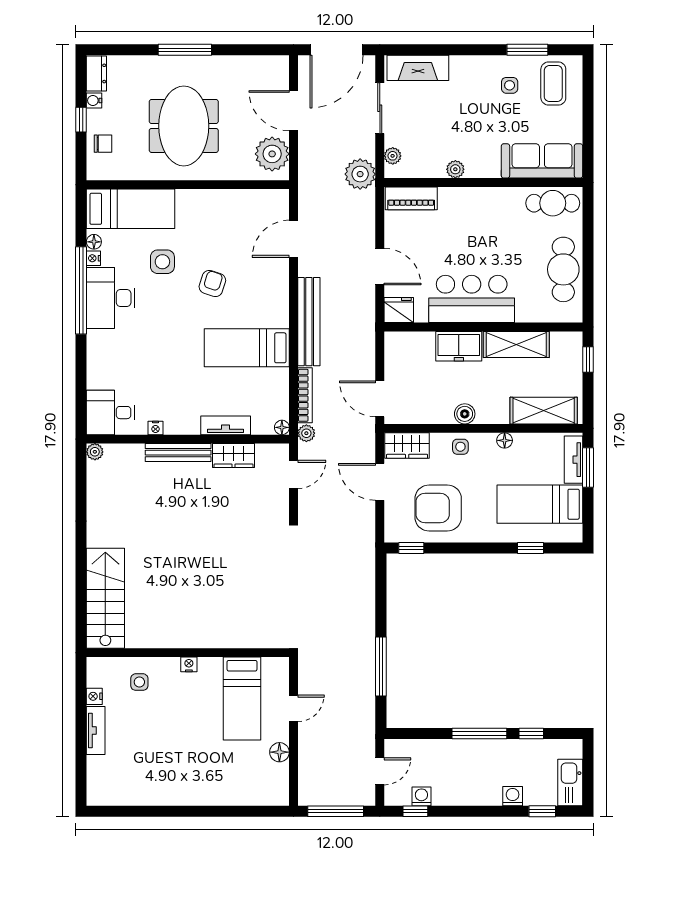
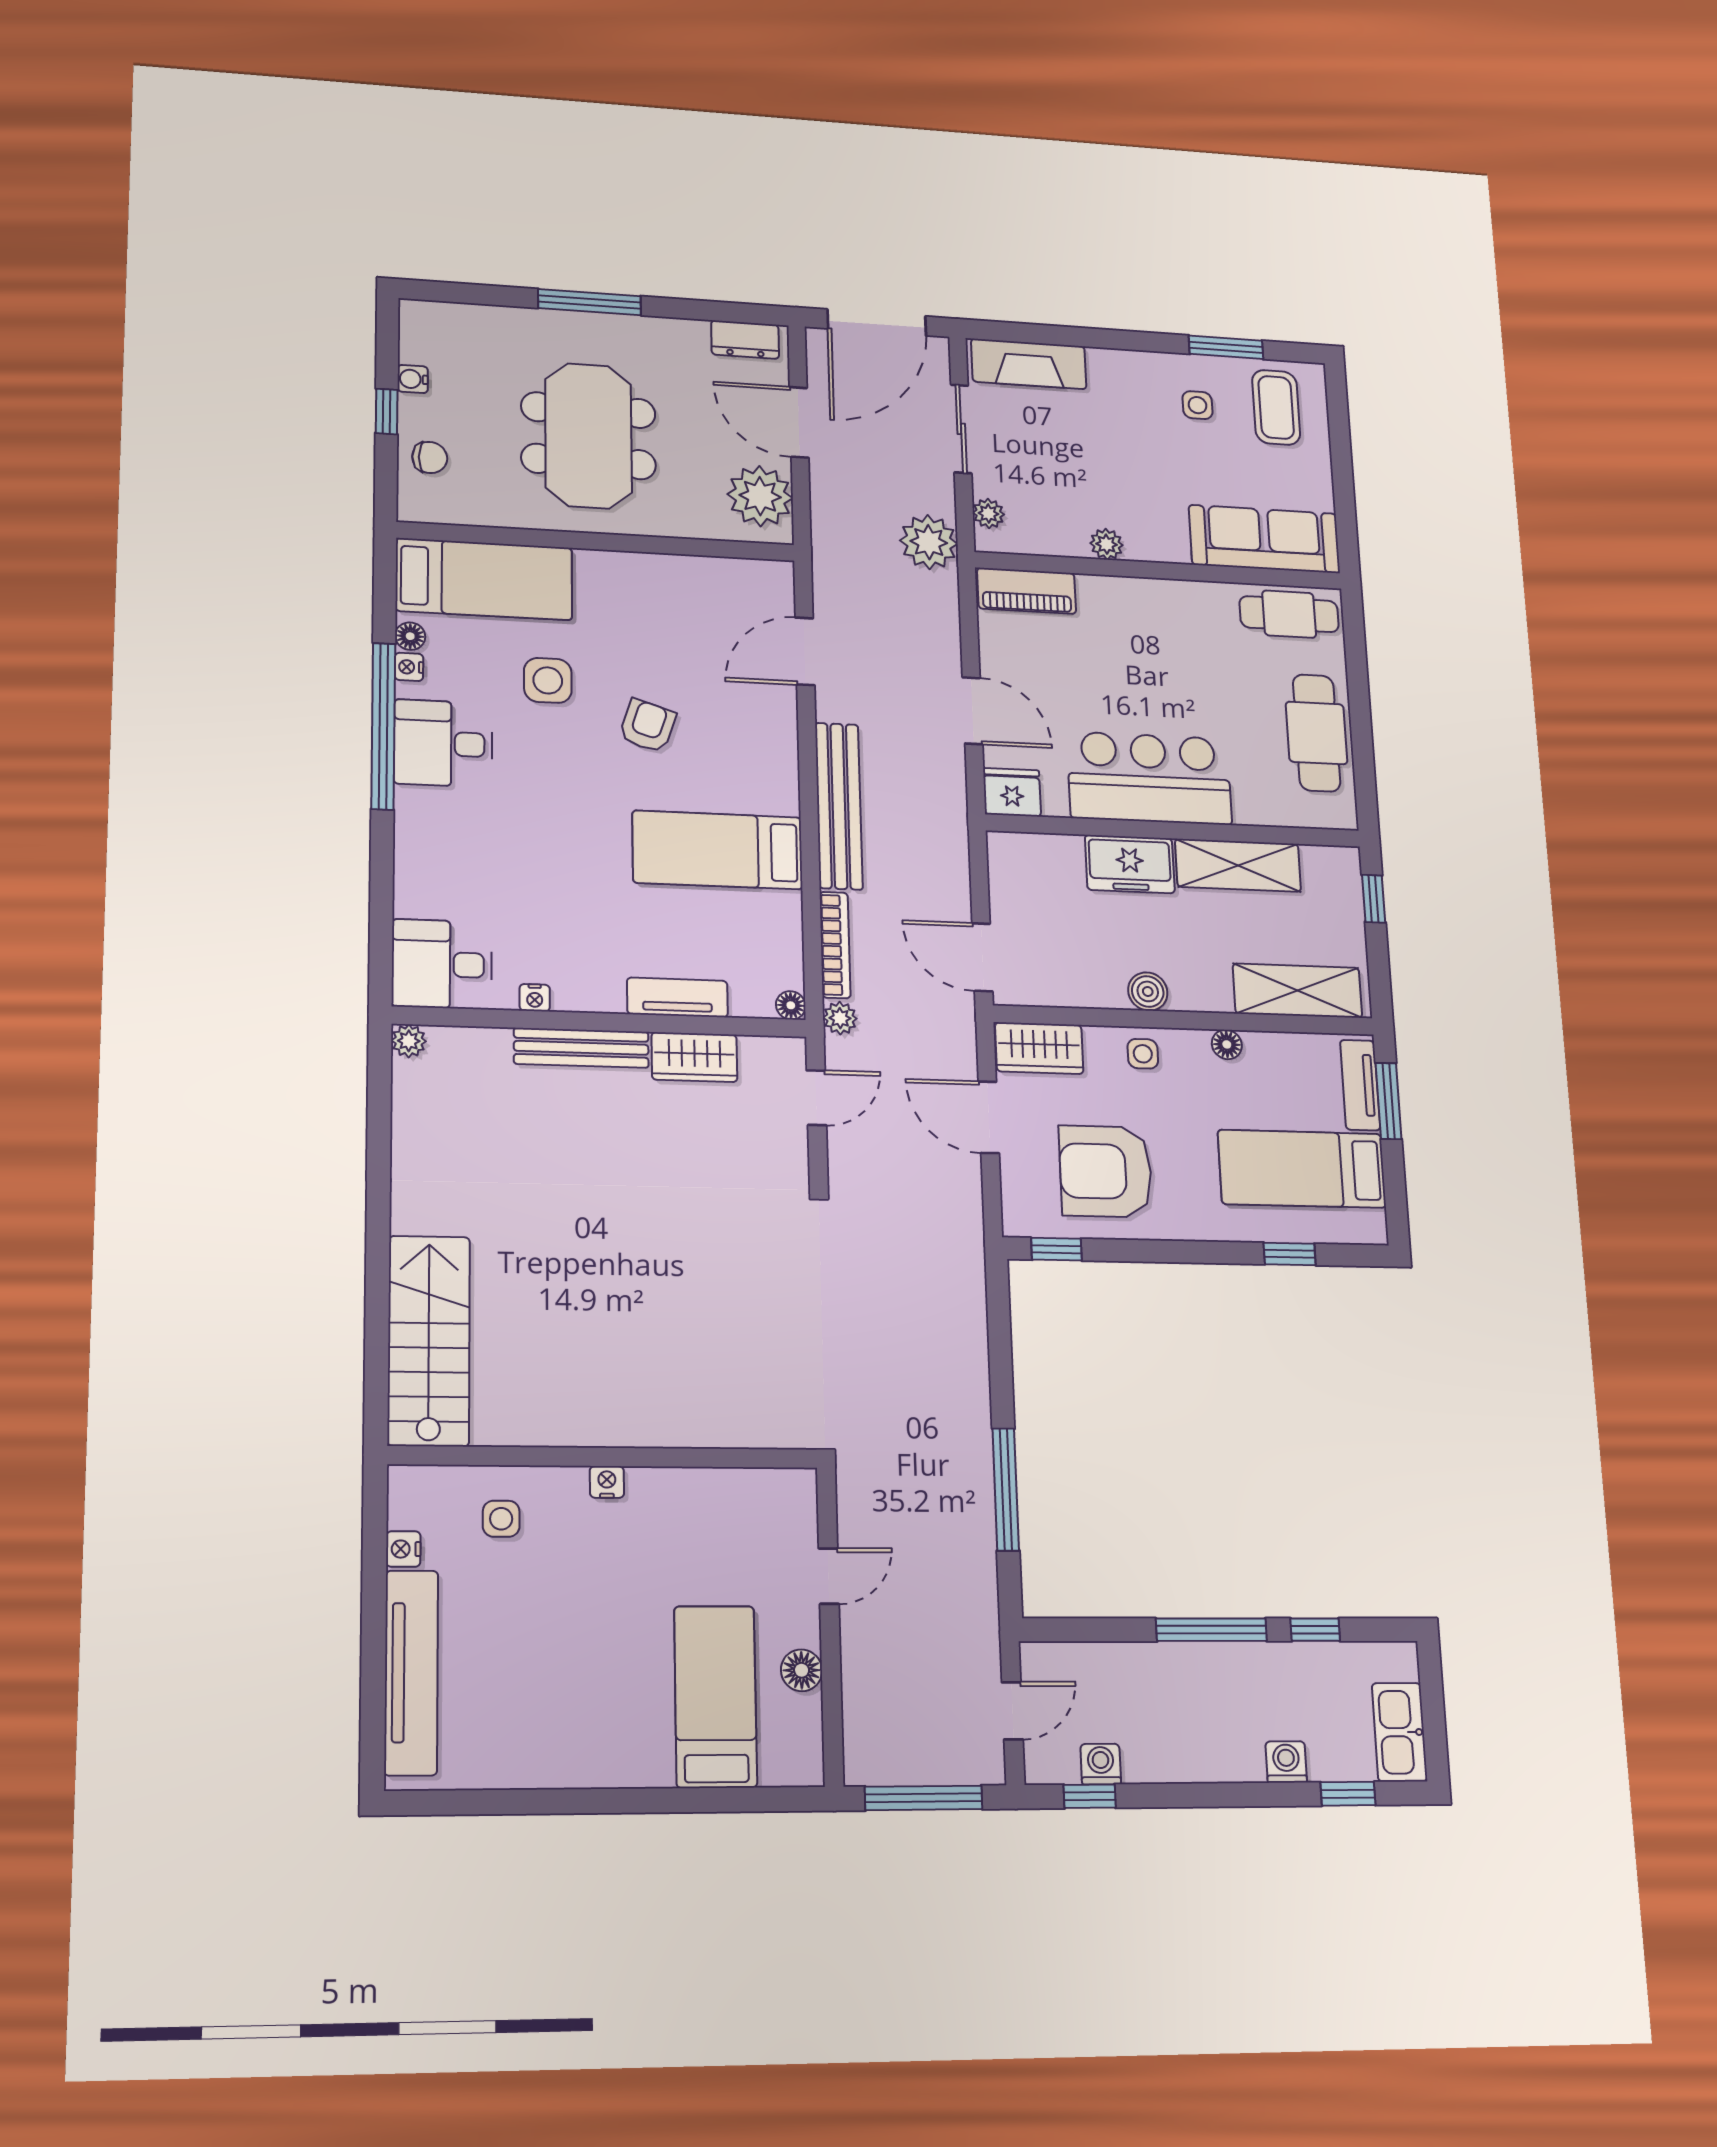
dresser: (96, 73) -> (745, 340), moved, turned 90
desk: (111, 298) -> (443, 743), width x0.73
bed: (242, 699) -> (716, 1697), moved, turned 180
tv unit: (96, 730) -> (411, 1672), width x1.92, depth x1.29

